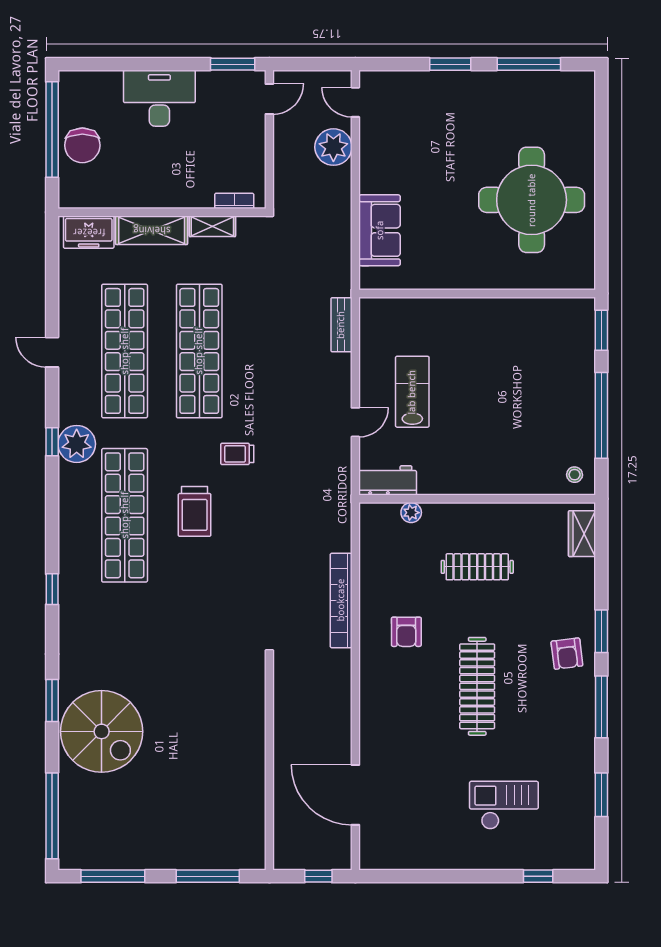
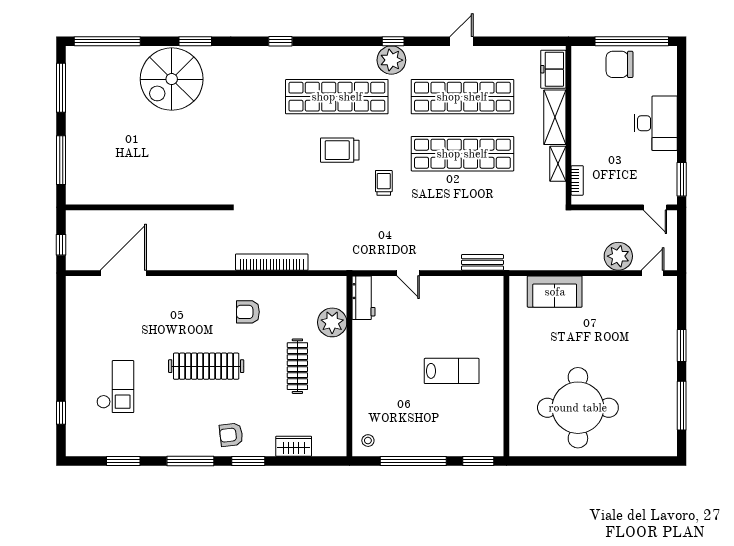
lab bench: (412, 392) -> (452, 371), moved
plant: (411, 513) -> (332, 322), width x1.87, depth x1.87
wardrobe: (582, 534) -> (294, 446), moved

